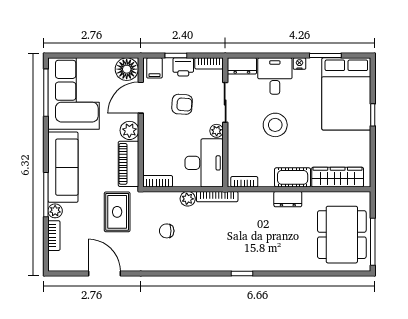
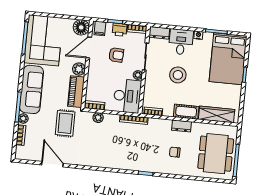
plant: (188, 199) -> (98, 118), moved
chair: (167, 231) -> (175, 152), moved

